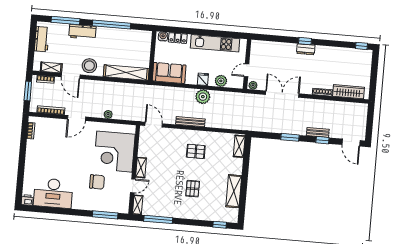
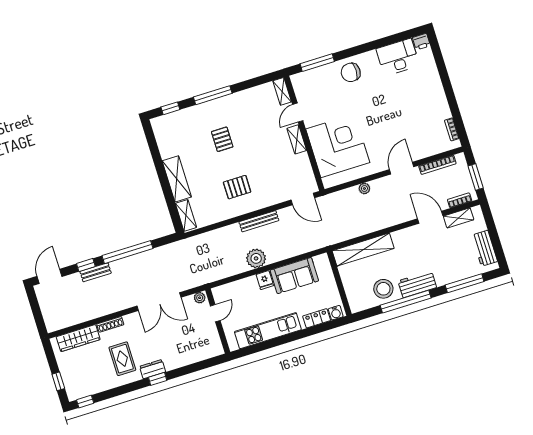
workbench: (82, 32) -> (417, 284), moved
rug: (324, 65) -> (122, 359), added
stool: (89, 66) -> (383, 289), moved
window: (374, 67) -> (58, 381), added
sofa: (169, 73) -> (294, 276), moved
plant: (221, 81) -> (242, 287), removed
window: (290, 137) -> (128, 252), width x2.11
door: (351, 143) -> (49, 276), hinge flipped
chair: (97, 182) -> (351, 72), moved
shelving: (234, 191) -> (177, 179), moved
desk: (53, 193) -> (398, 57), width x0.73, depth x0.77
window: (158, 219) -> (213, 95), moved

